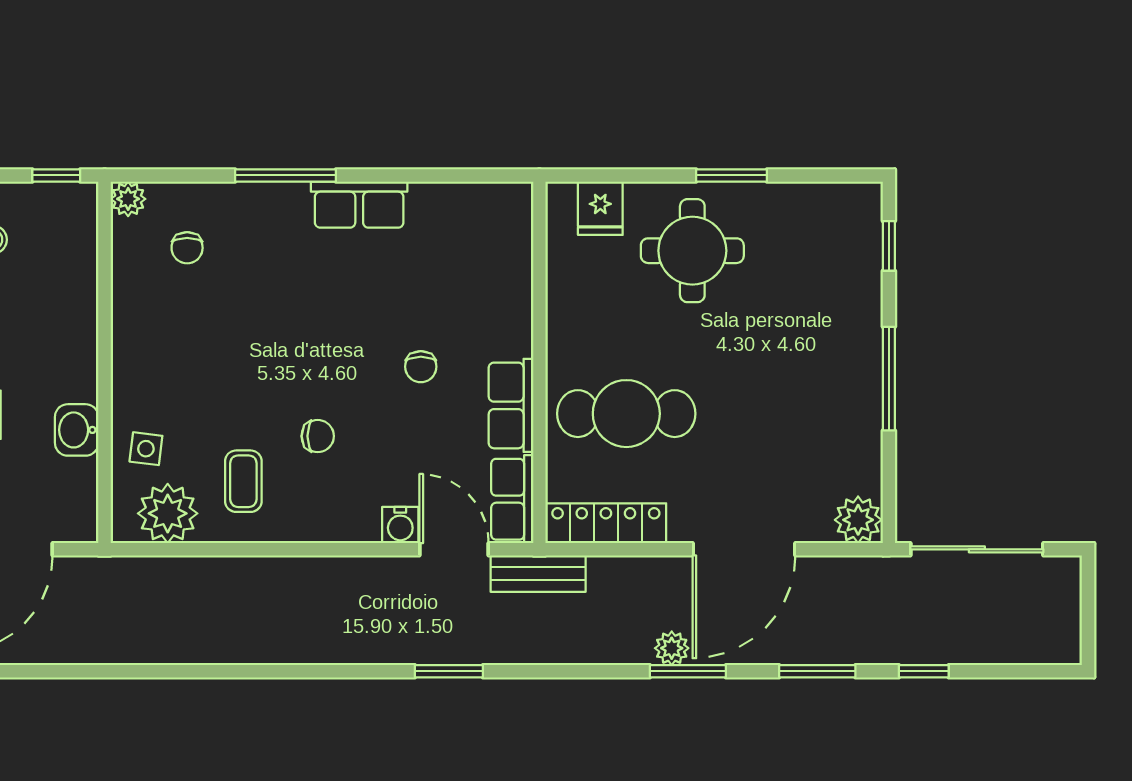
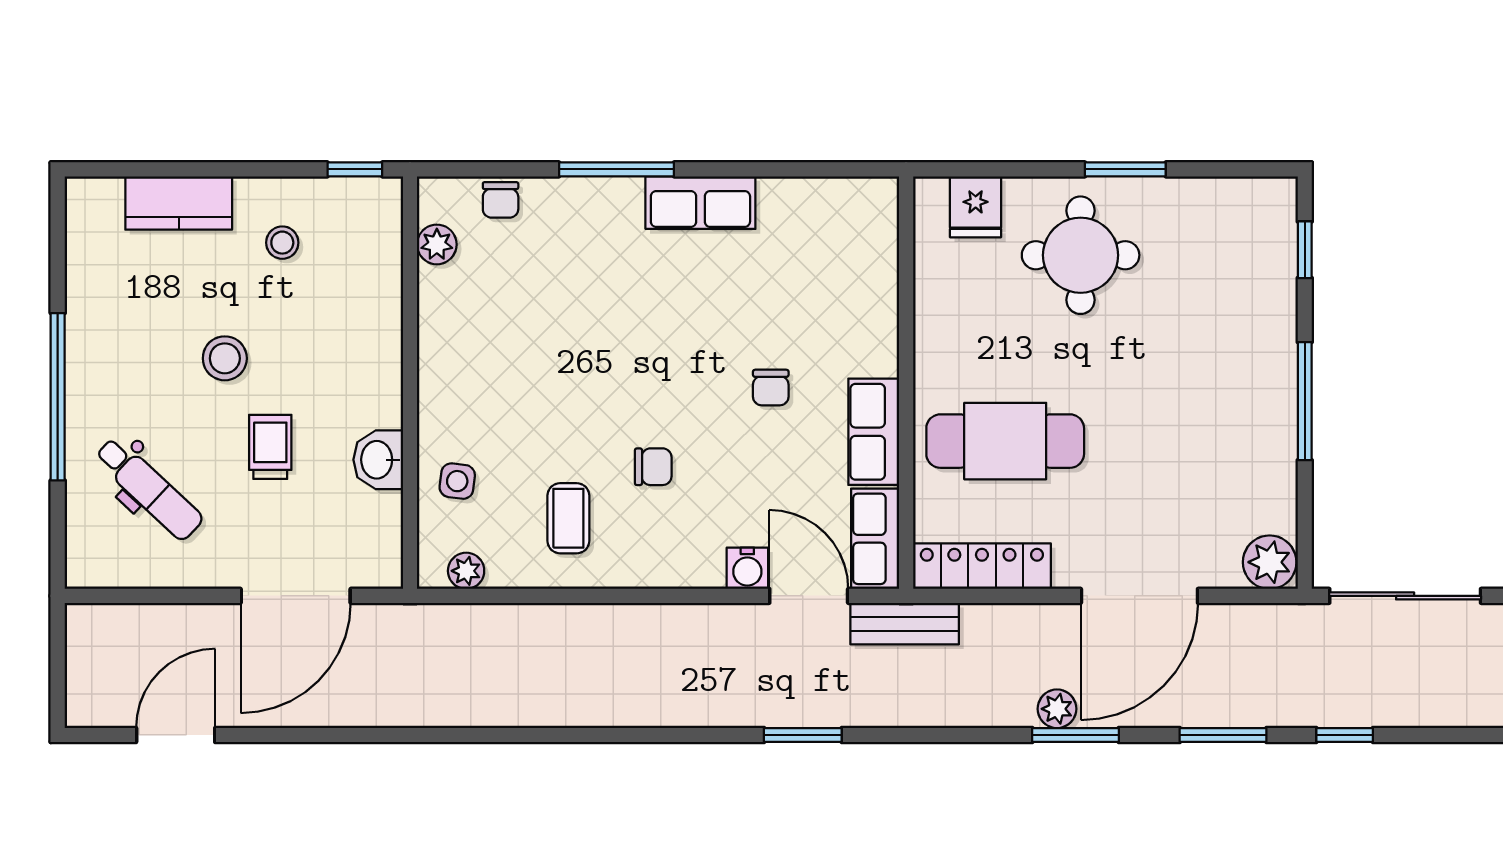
plant: (128, 199) -> (437, 244), moved
chair: (187, 248) -> (501, 200), moved
plant: (168, 513) -> (466, 571), width x0.53, depth x0.53

